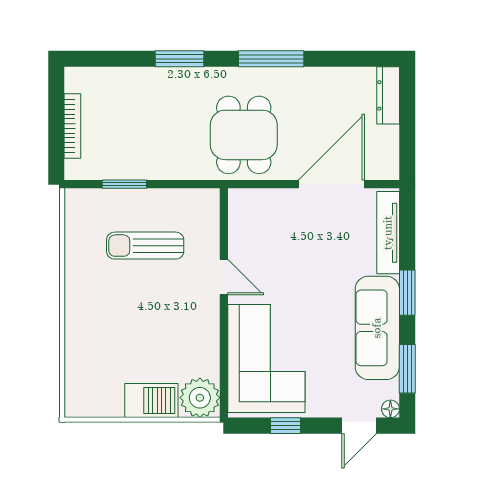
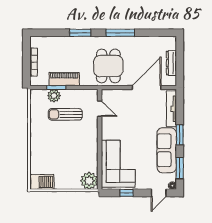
dresser: (388, 95) -> (171, 63), moved
piano: (143, 165) -> (64, 79), added
plant: (119, 203) -> (54, 96), added
door: (224, 277) -> (100, 109), moved
barbecue: (151, 400) -> (42, 182), moved

